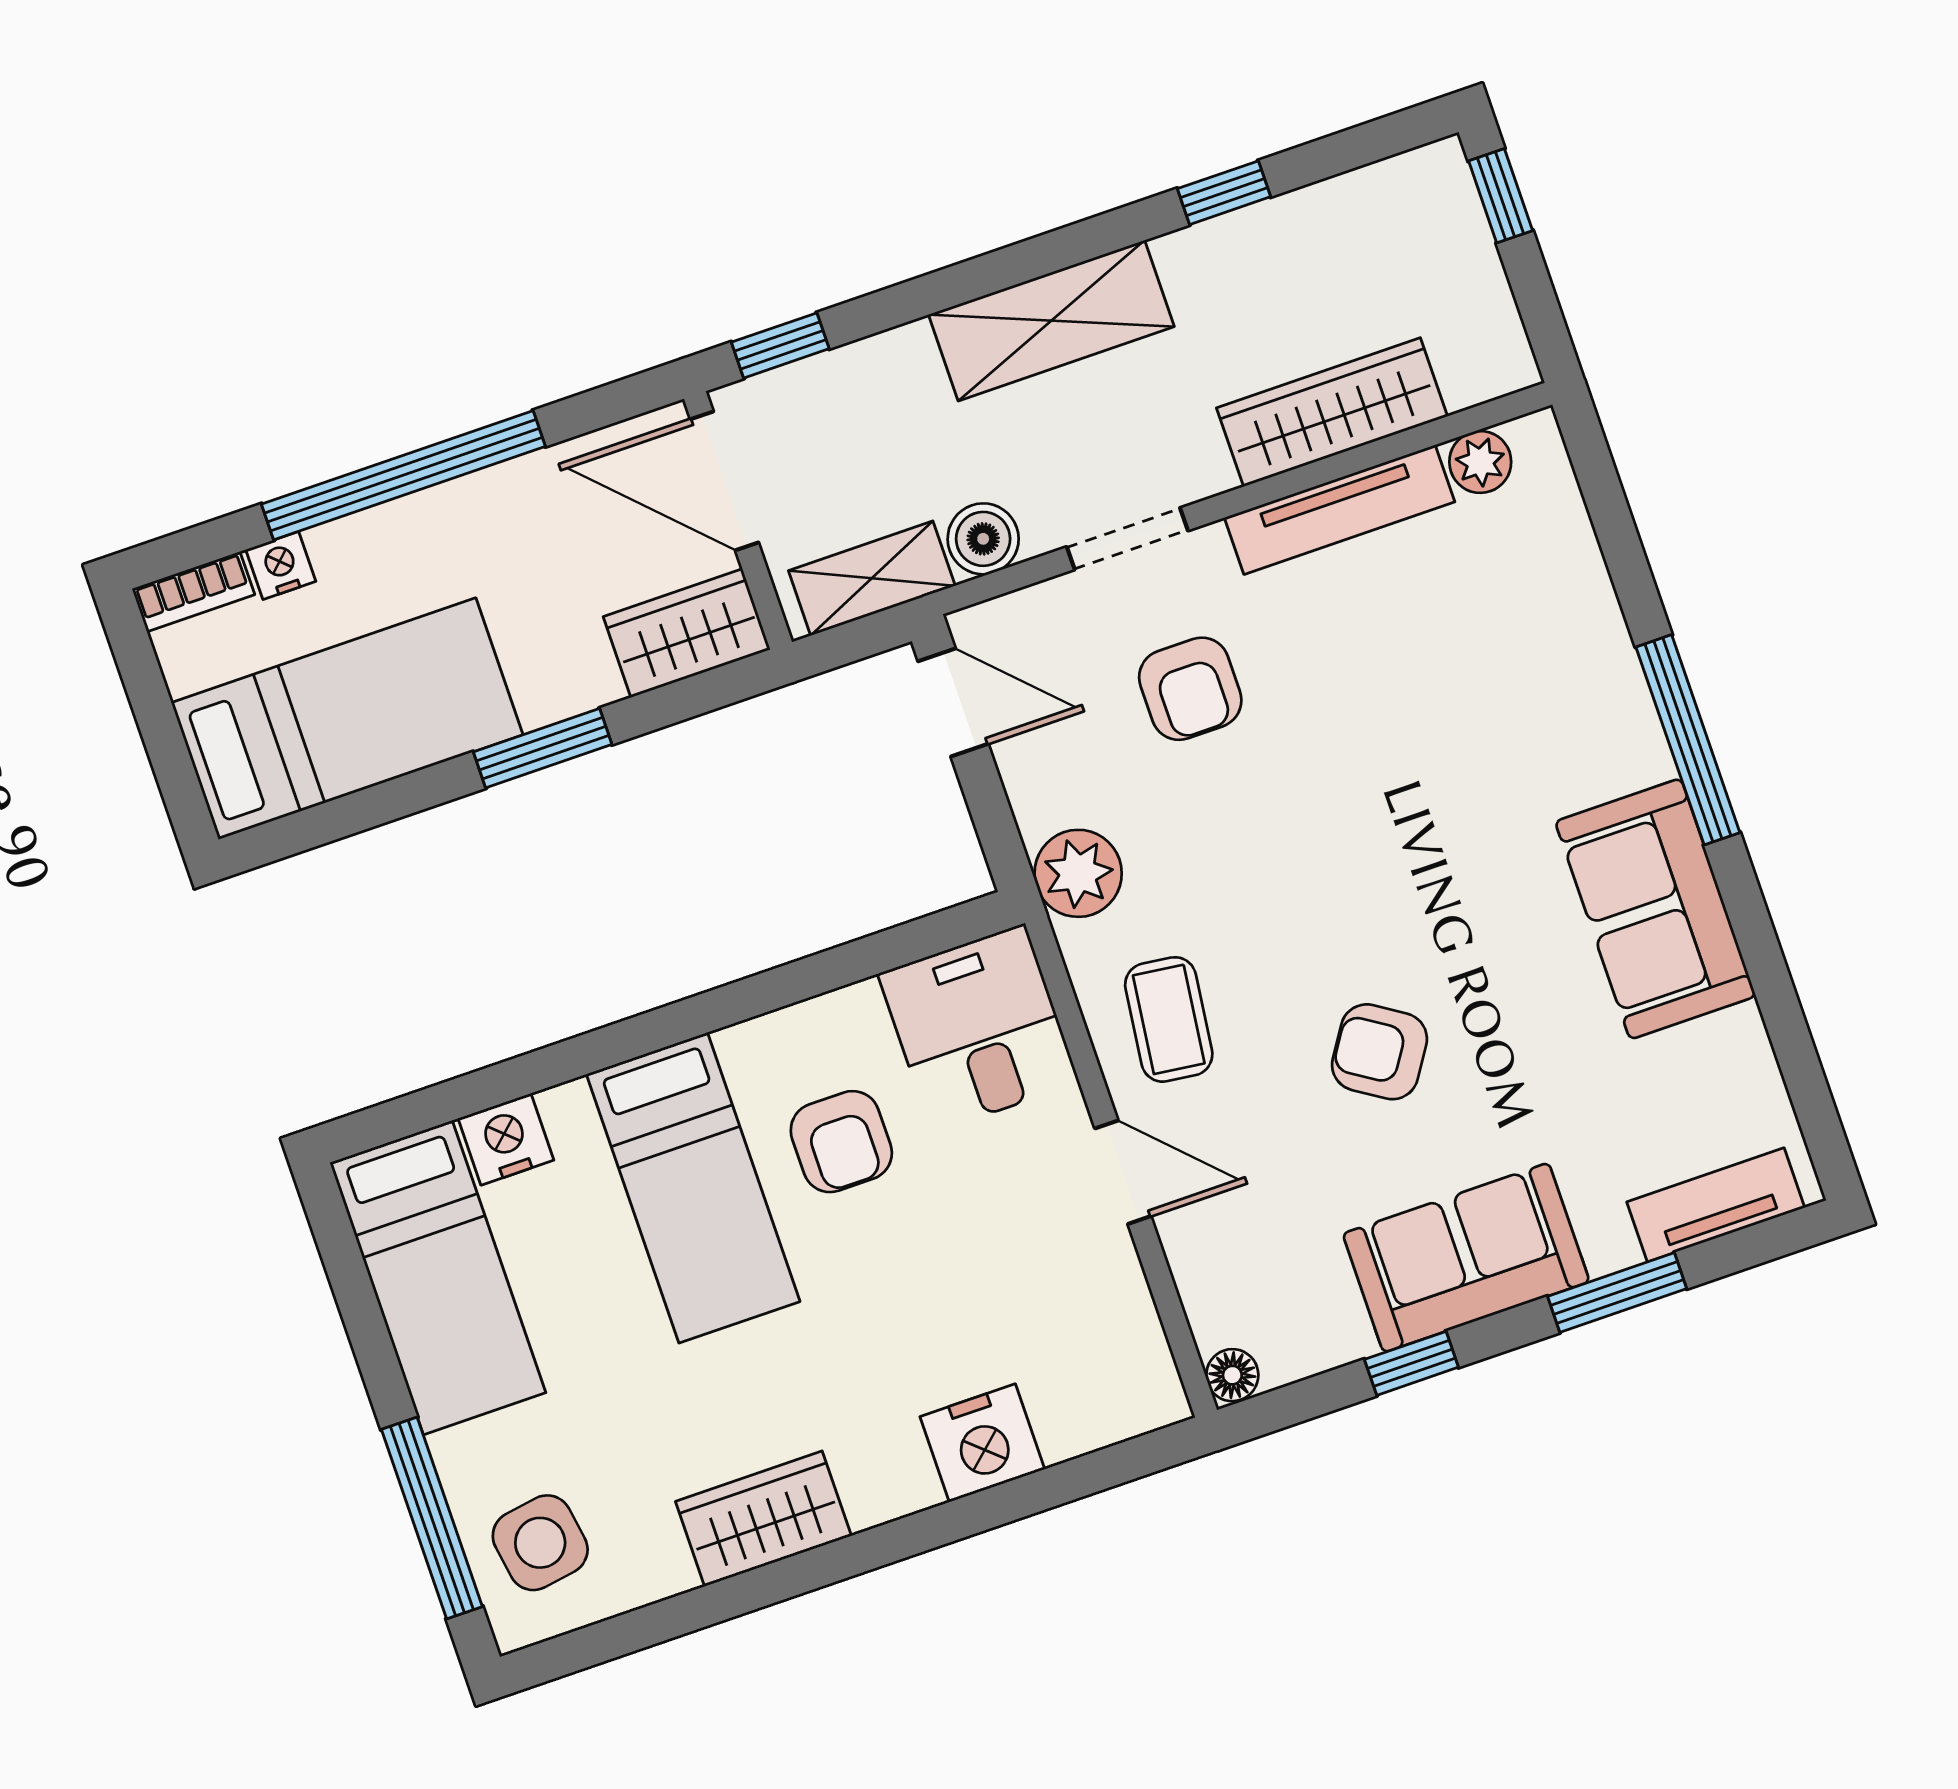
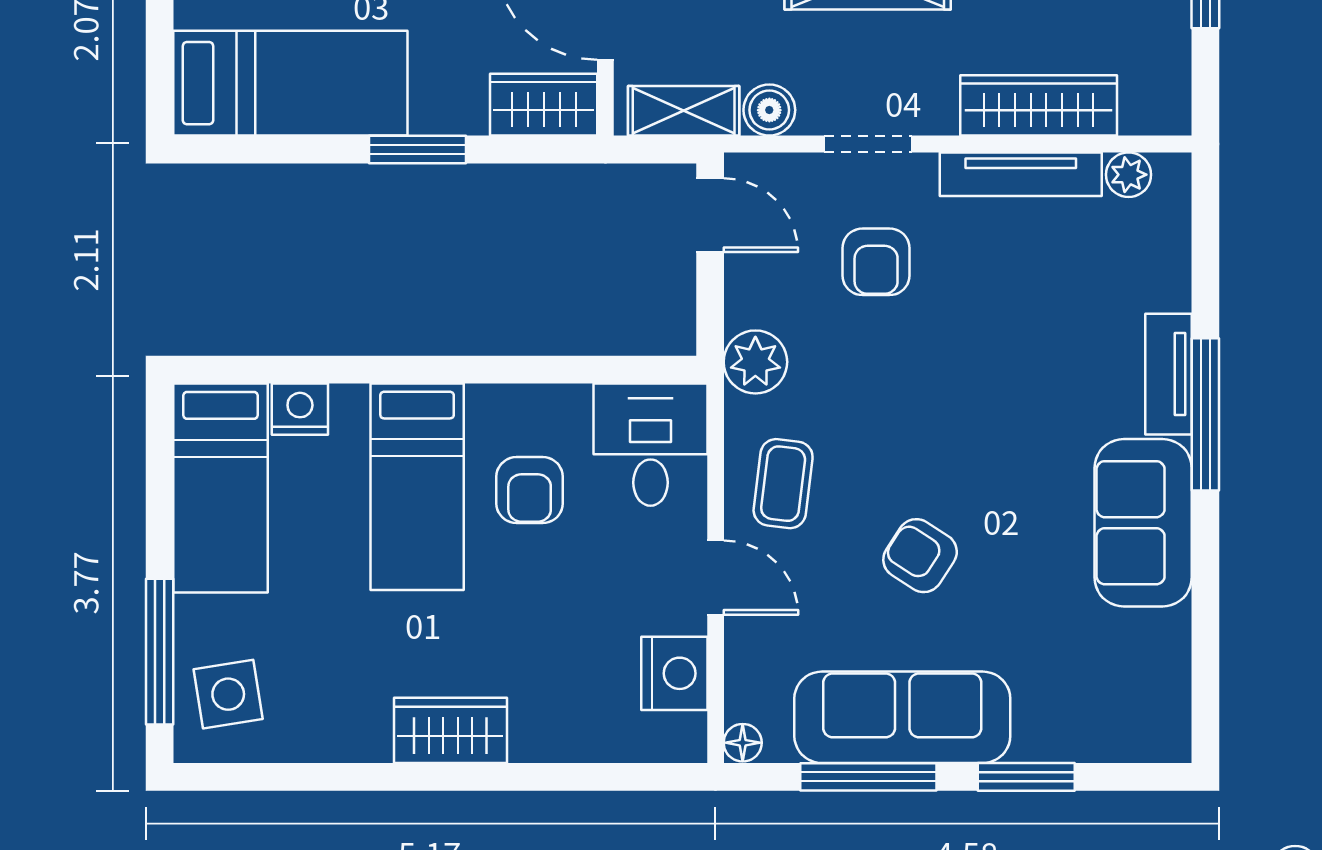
tv unit: (1716, 1205) -> (1169, 374), moved, turned -90
sofa: (1466, 1258) -> (902, 717), width x1.36
window: (1411, 1363) -> (868, 777), width x2.17
nightstand: (982, 1443) -> (674, 673), moved, turned -90
wardrobe: (763, 1519) -> (450, 730), moved

